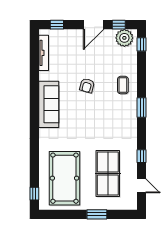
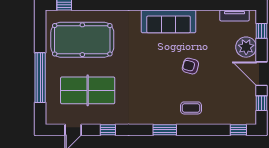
plant: (124, 38) -> (246, 47), moved
tv unit: (44, 53) -> (235, 15), width x0.71
window: (97, 214) -> (40, 78), width x2.11

